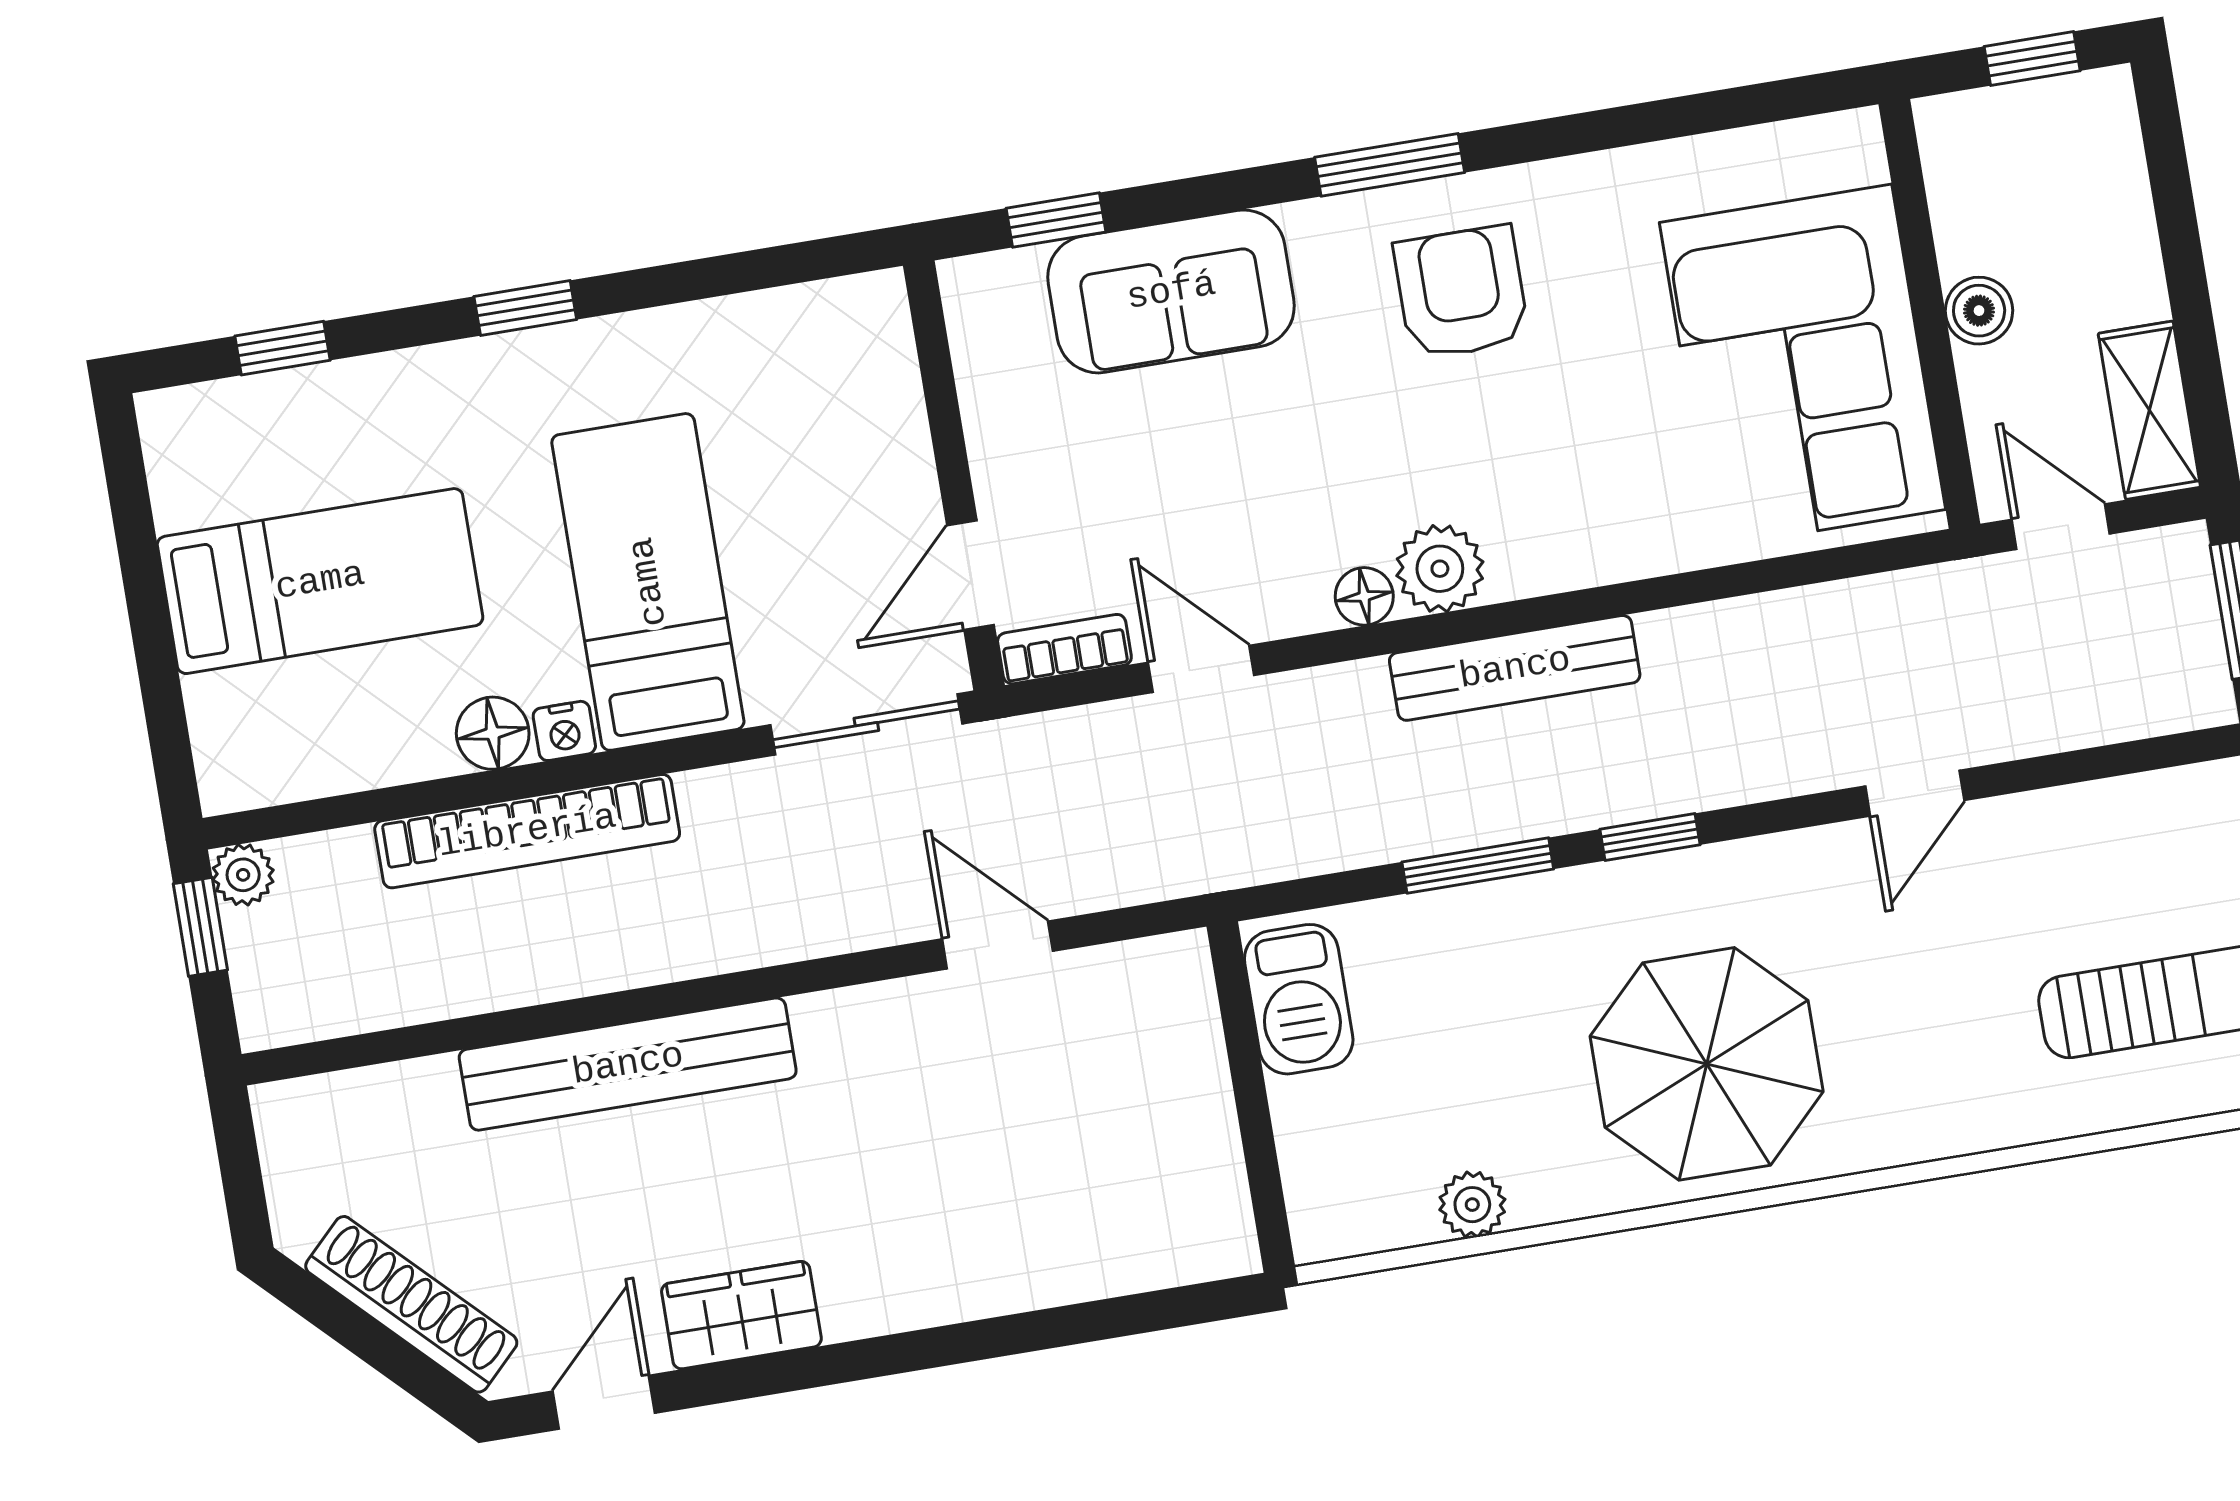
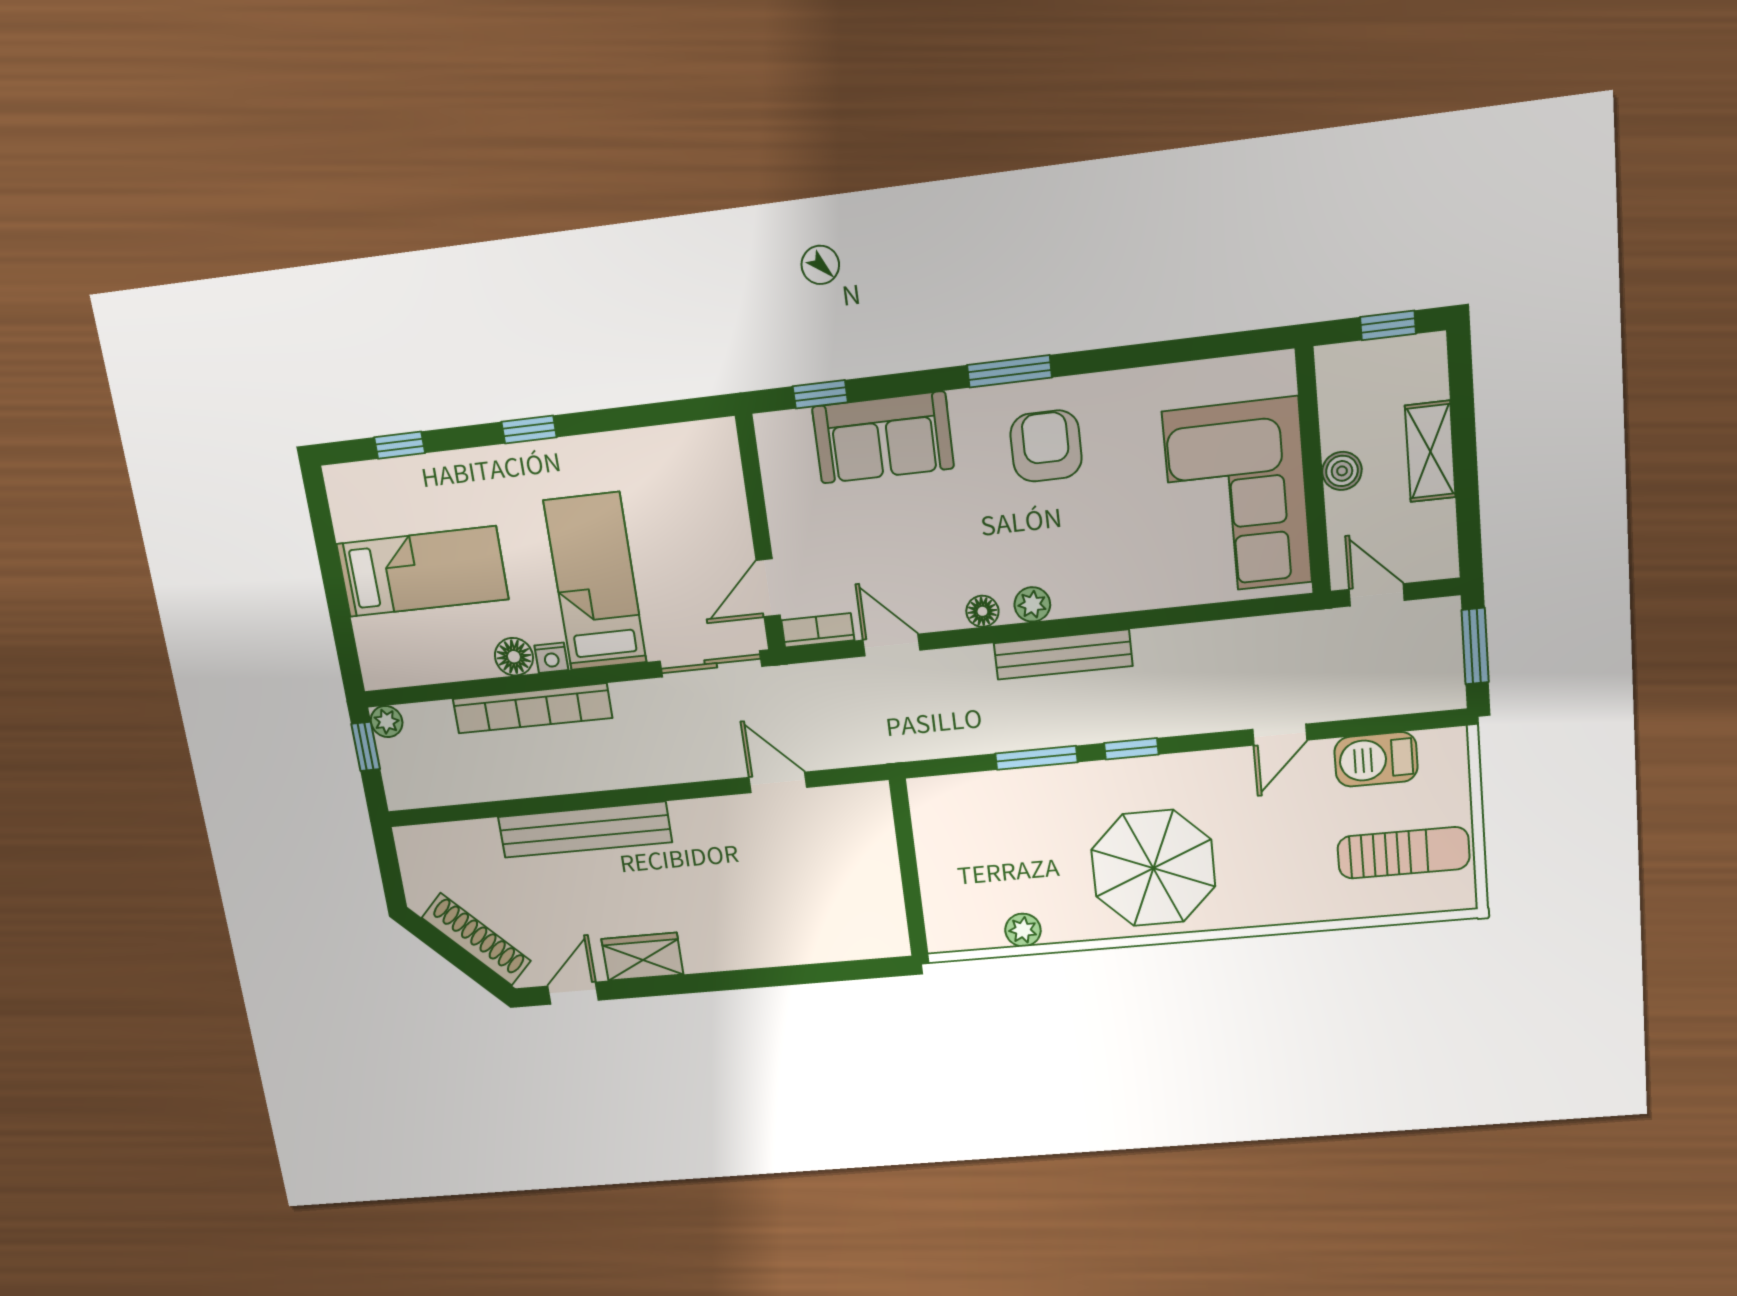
shelving: (2149, 410) -> (1430, 451), moved
plant: (1440, 569) -> (1032, 604), width x0.73, depth x0.73
barbecue: (1299, 999) -> (1376, 759), moved, turned 90

